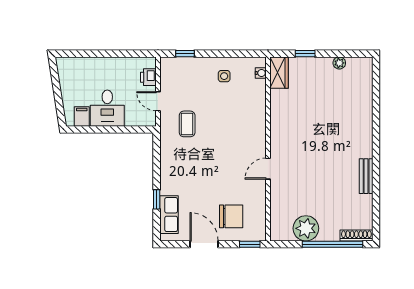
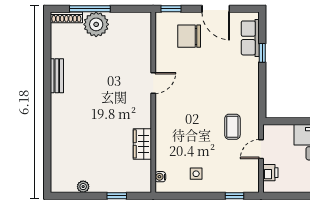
wardrobe: (279, 73) -> (142, 144), moved
door: (158, 101) -> (261, 149), swing flipped
plant: (306, 228) -> (96, 24), moved
window: (333, 244) -> (90, 9), width x0.68

